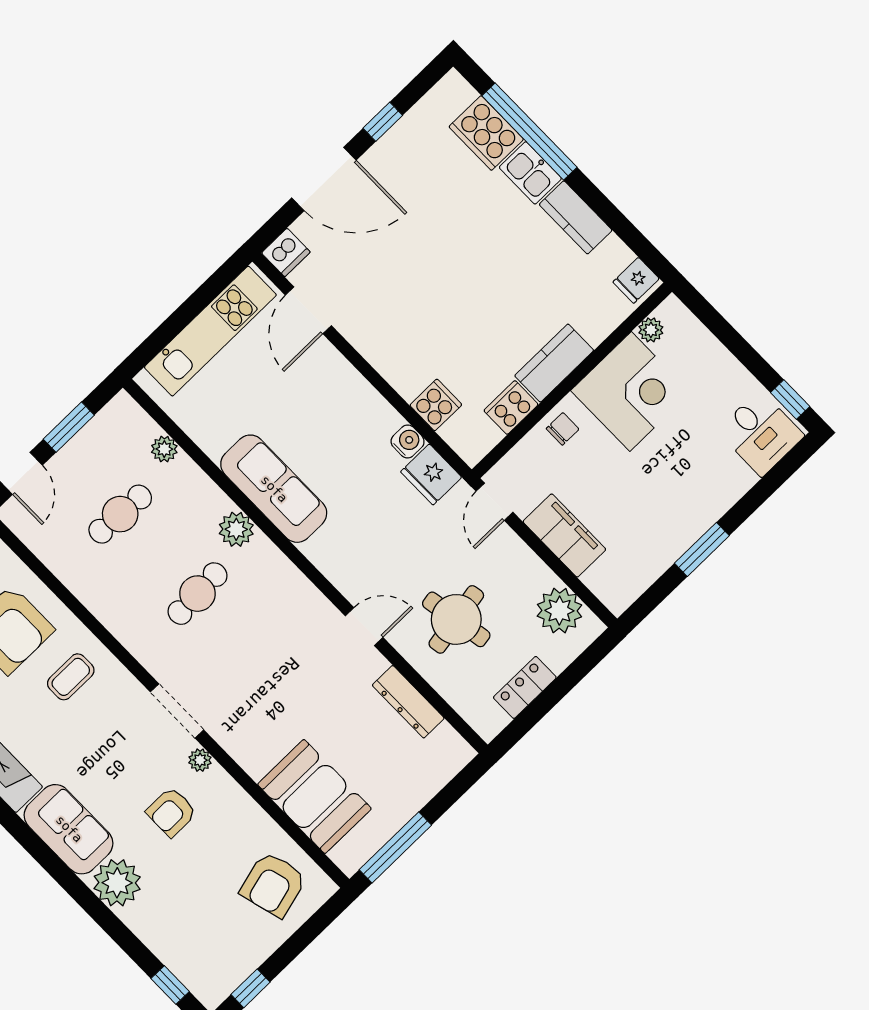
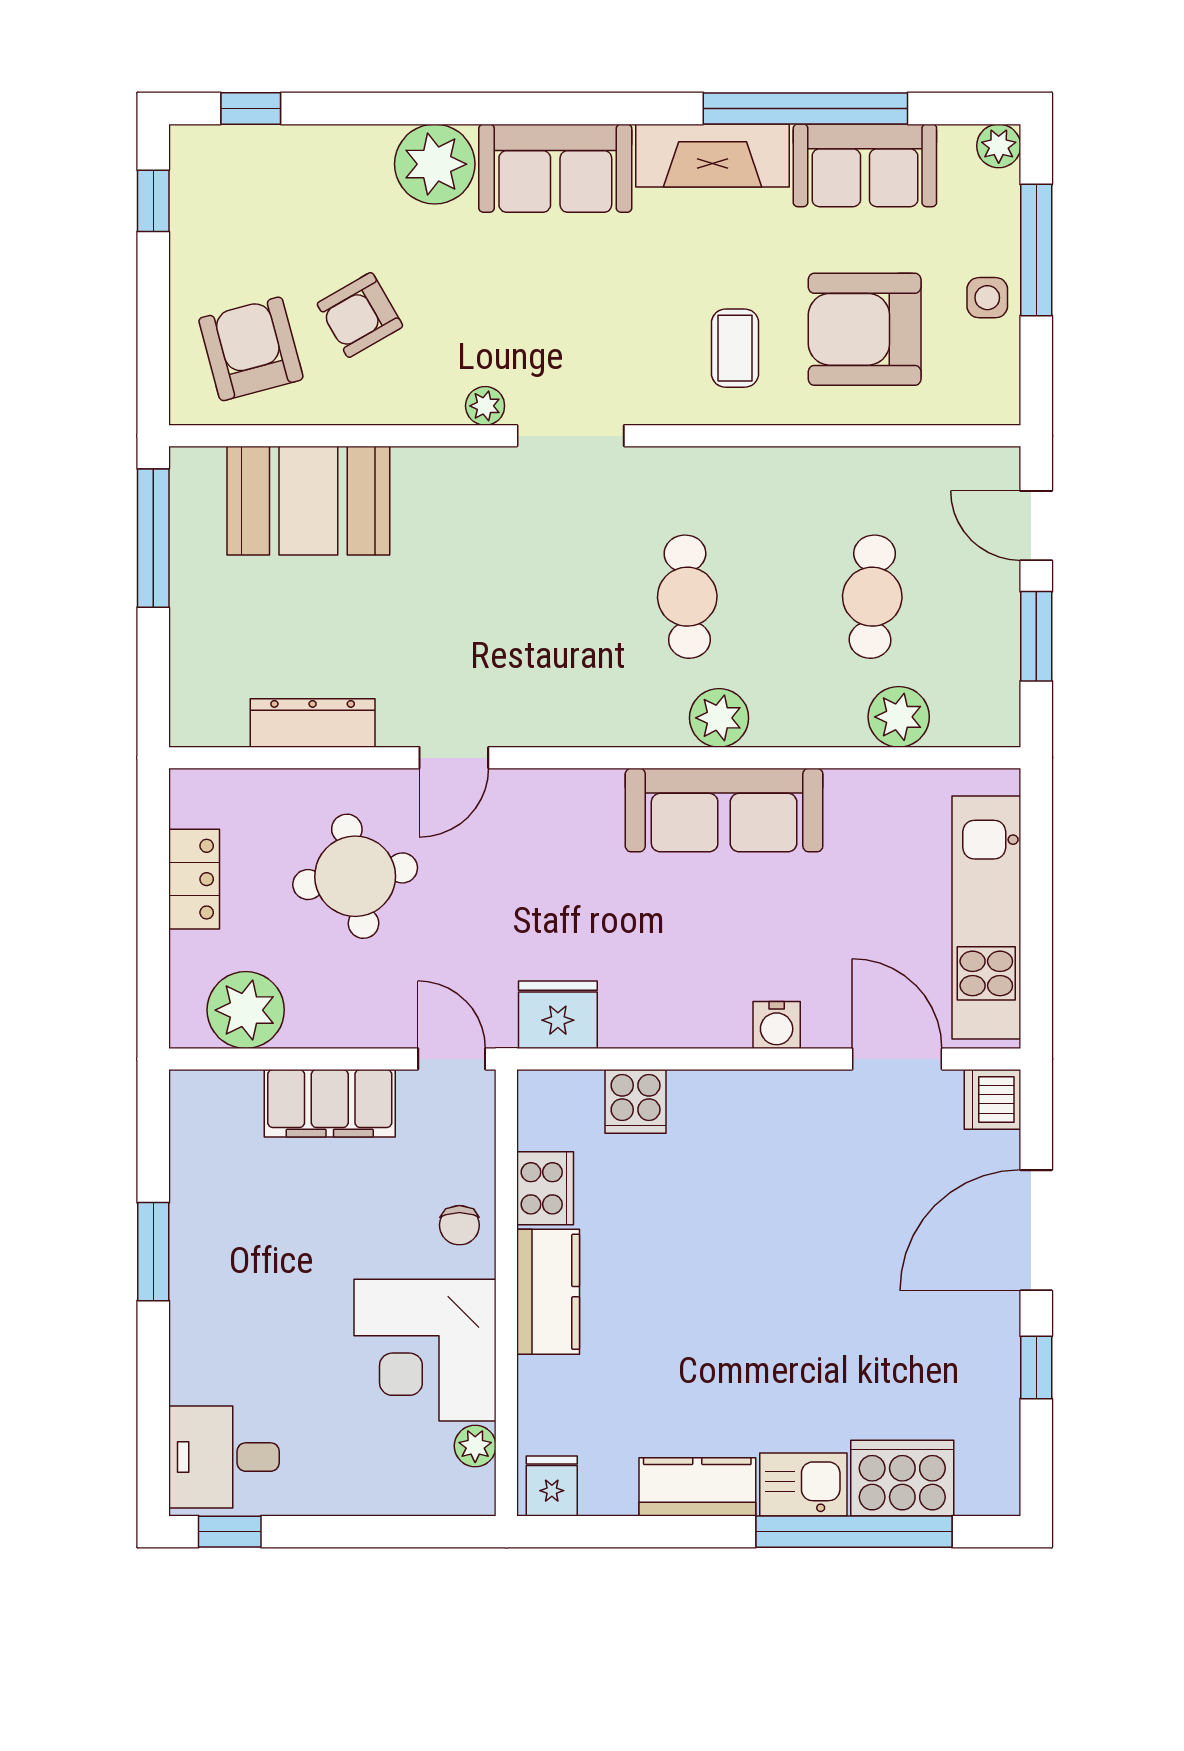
water cooler: (408, 441) -> (777, 1025), moved
plant: (164, 449) -> (899, 717), width x1.38, depth x1.38
armchair: (171, 812) -> (360, 315), moved, turned -120

